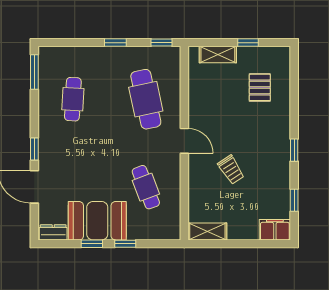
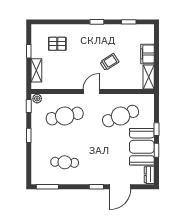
plant: (173, 56) -> (37, 99), added
cafe table: (146, 187) -> (121, 116), width x1.37, depth x1.35
filing cabinet: (275, 230) -> (148, 54), moved

